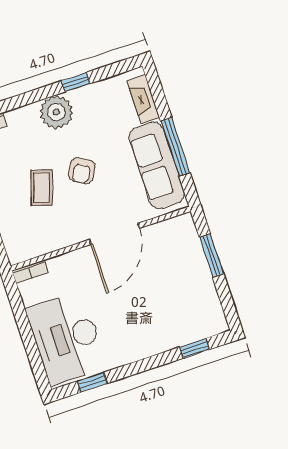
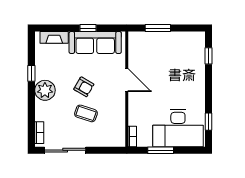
window: (175, 147) -> (88, 28), width x0.46
door: (114, 234) -> (127, 80), width x0.73
window: (23, 323) -> (161, 150), added

